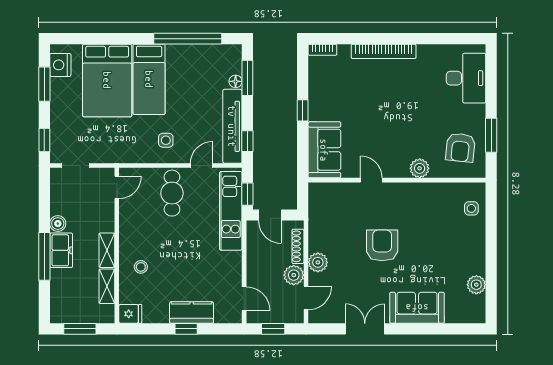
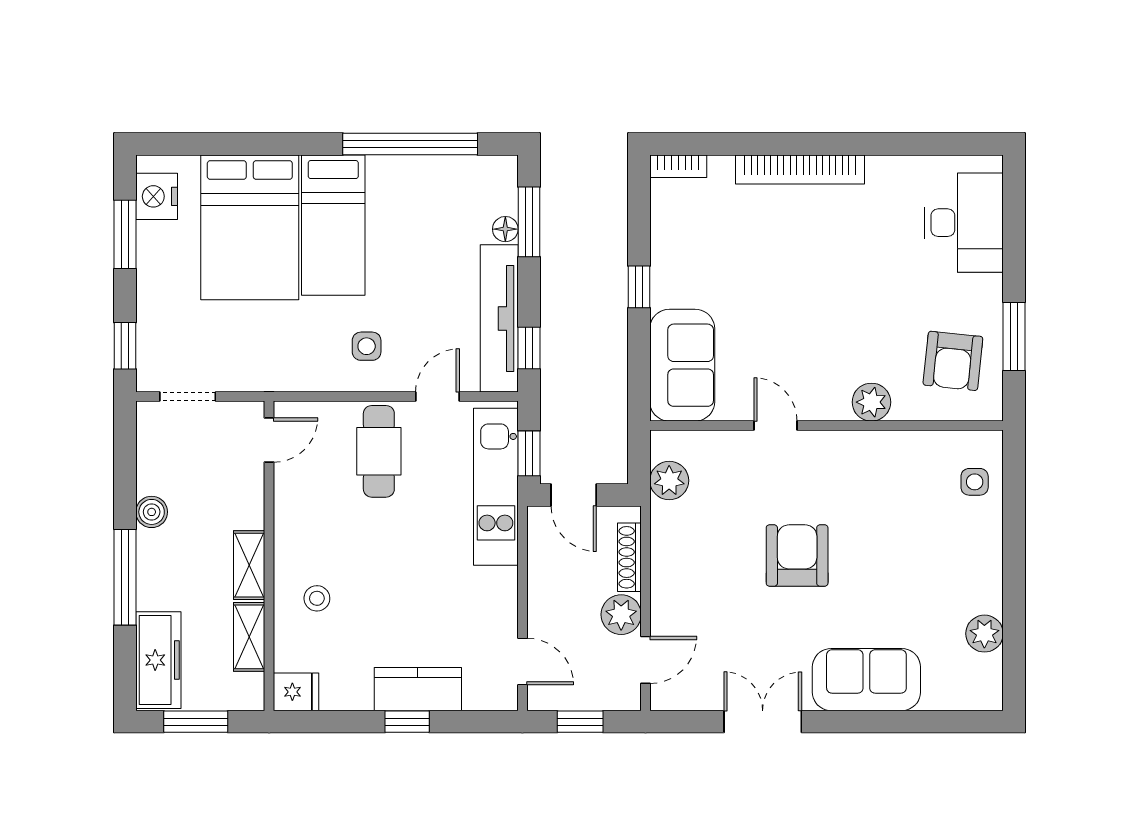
freezer: (61, 250) -> (158, 660), moved, width x1.40
plant: (318, 262) -> (669, 481), moved

